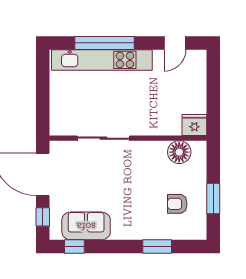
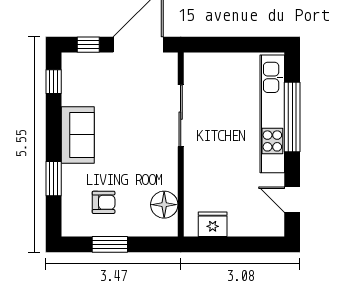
fridge: (194, 125) -> (213, 224), moved, turned -90
armchair: (177, 204) -> (104, 202), turned 90
sofa: (86, 226) -> (78, 135), moved

